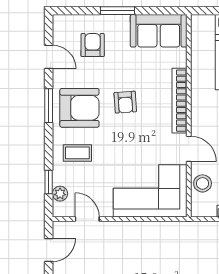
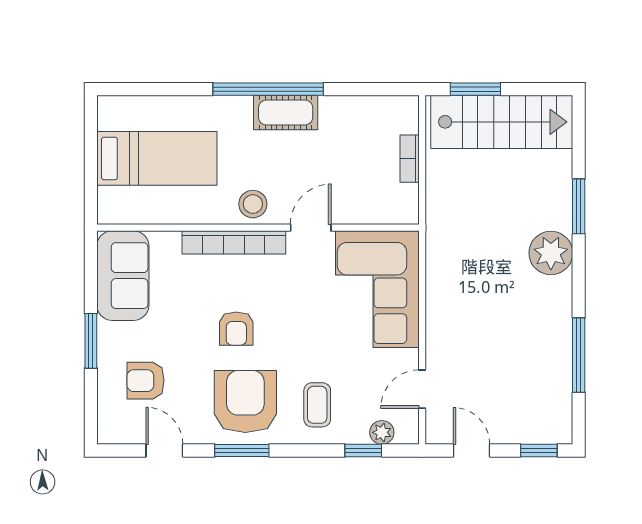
door: (49, 57) -> (164, 450), hinge flipped
armchair: (125, 102) -> (236, 329), turned 94
stool: (203, 183) -> (253, 204), moved

